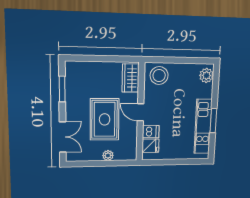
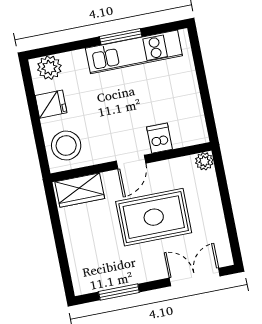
fridge: (150, 146) -> (51, 104), moved, turned 90
plant: (108, 155) -> (204, 161), moved

